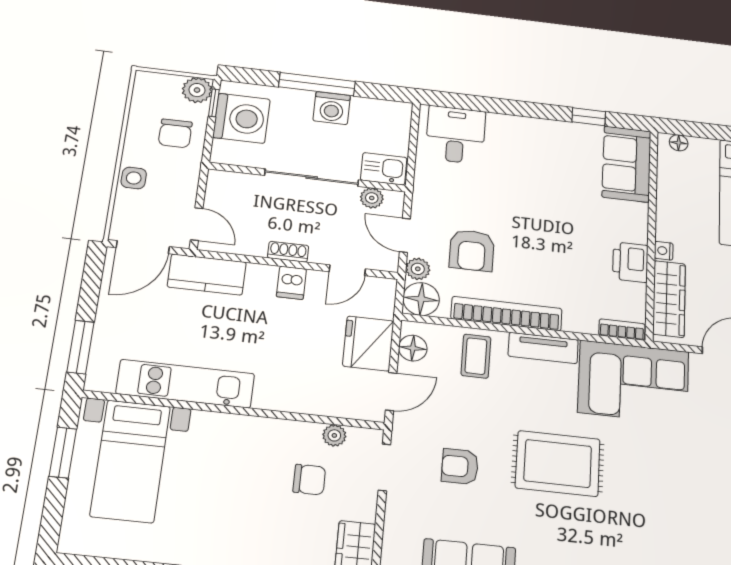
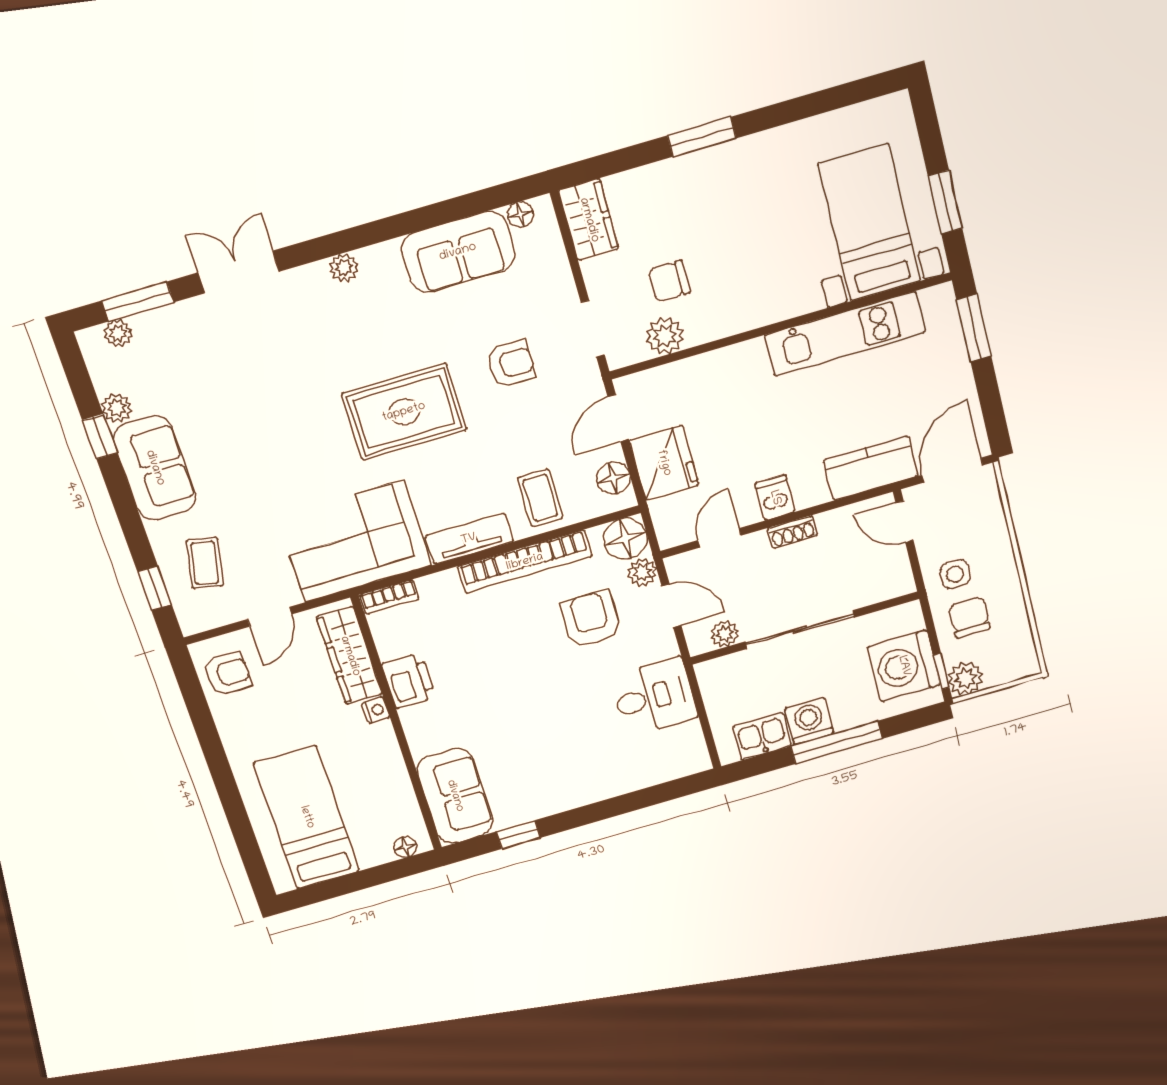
desk: (456, 135) -> (654, 697), moved, turned -90
kitchen sink: (384, 169) -> (762, 736), moved, turned 180
side table: (134, 178) -> (955, 574), moved
plant: (334, 435) -> (665, 336), width x1.38, depth x1.38

